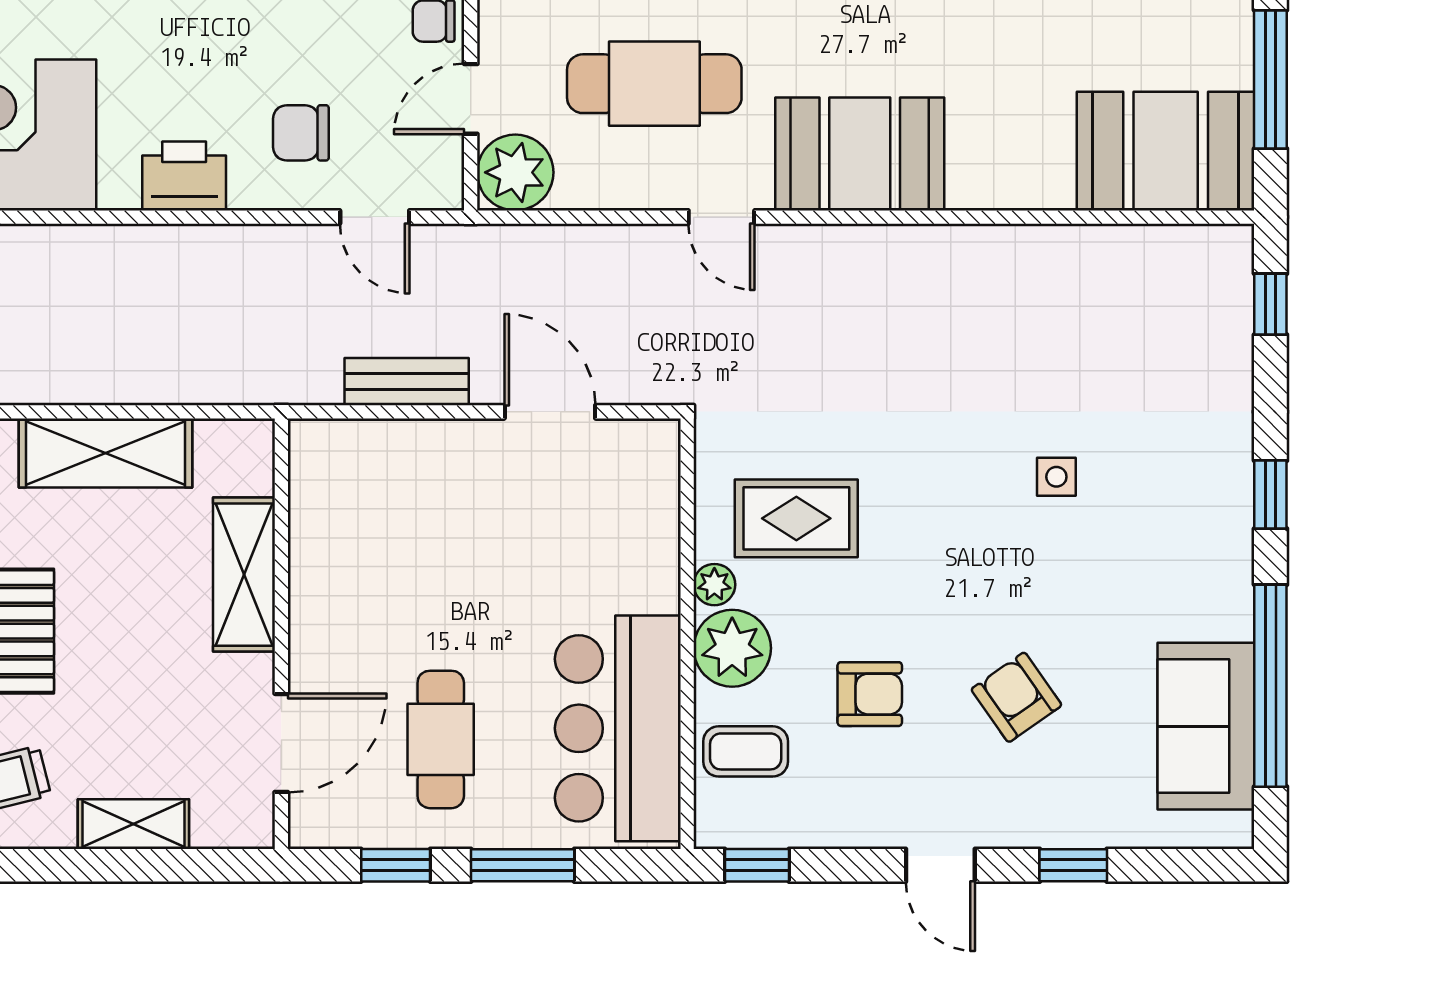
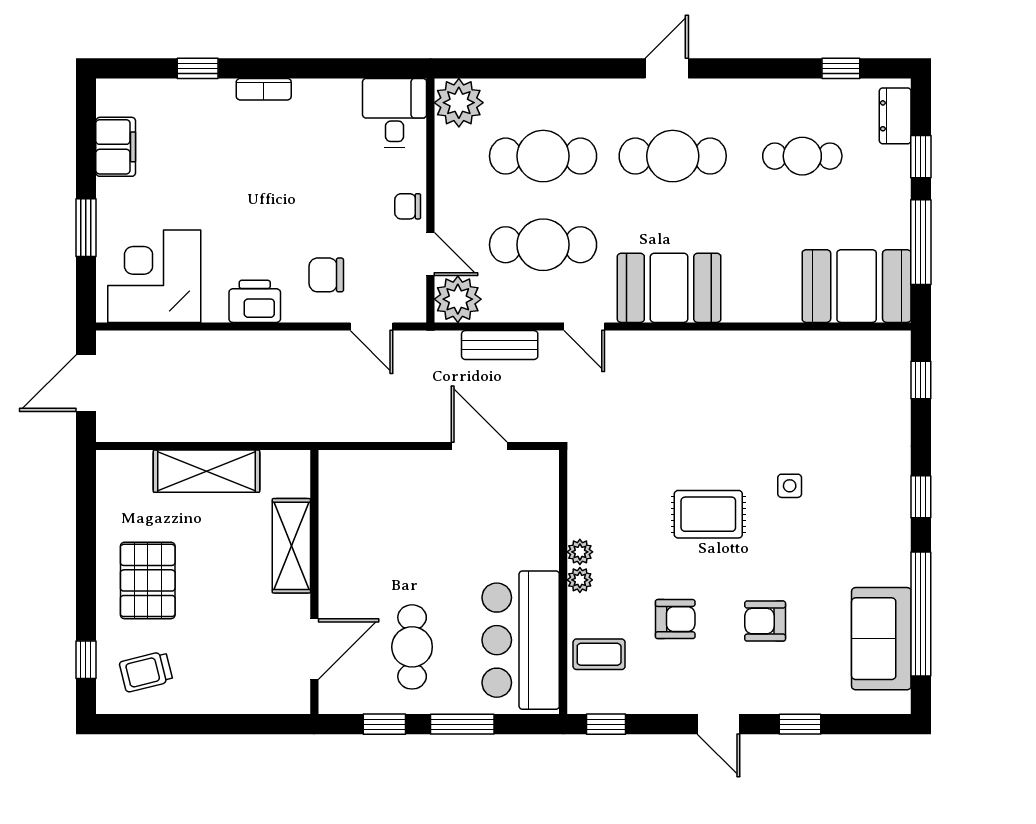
door: (471, 99) -> (430, 254), swing flipped
bench: (407, 382) -> (500, 345), moved
rug: (796, 518) -> (708, 514), moved
plant: (732, 648) -> (580, 580), width x0.53, depth x0.53
armchair: (1016, 697) -> (765, 621), turned -55
shelving: (133, 824) -> (224, 699), removed

